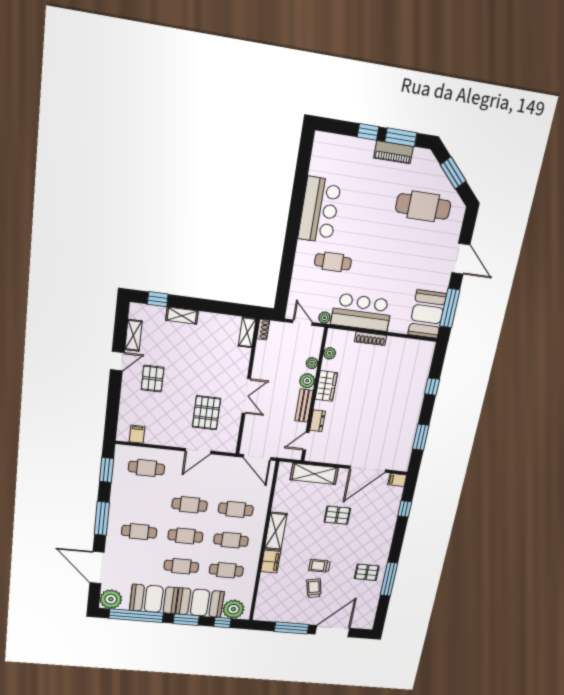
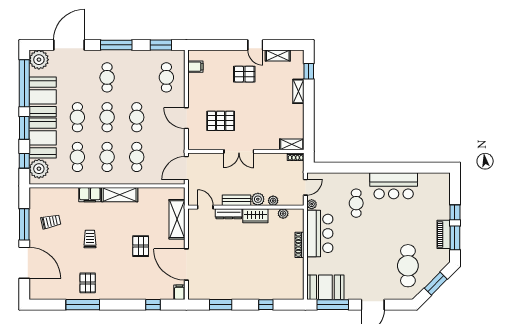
dresser: (318, 421) -> (229, 214), width x1.44
trolley: (314, 588) -> (51, 222), moved

